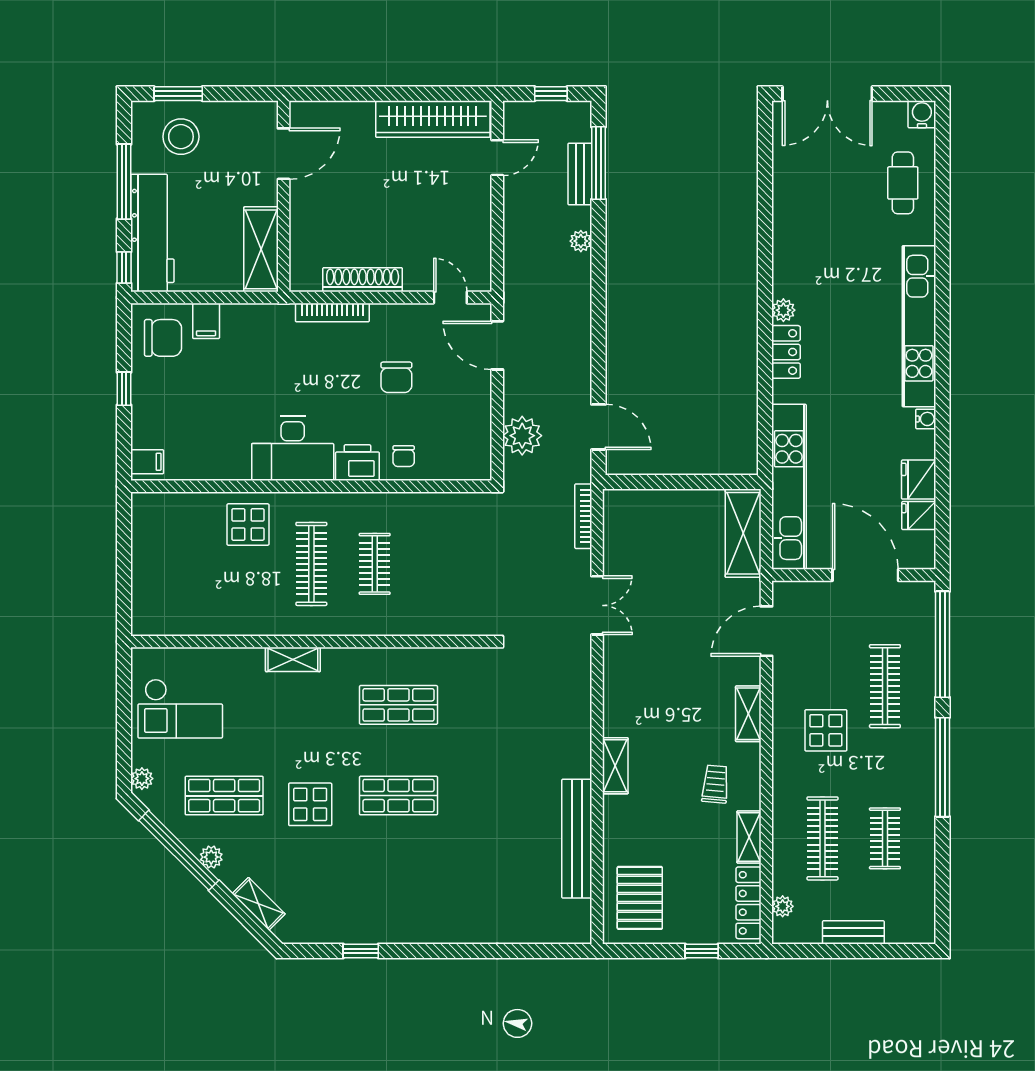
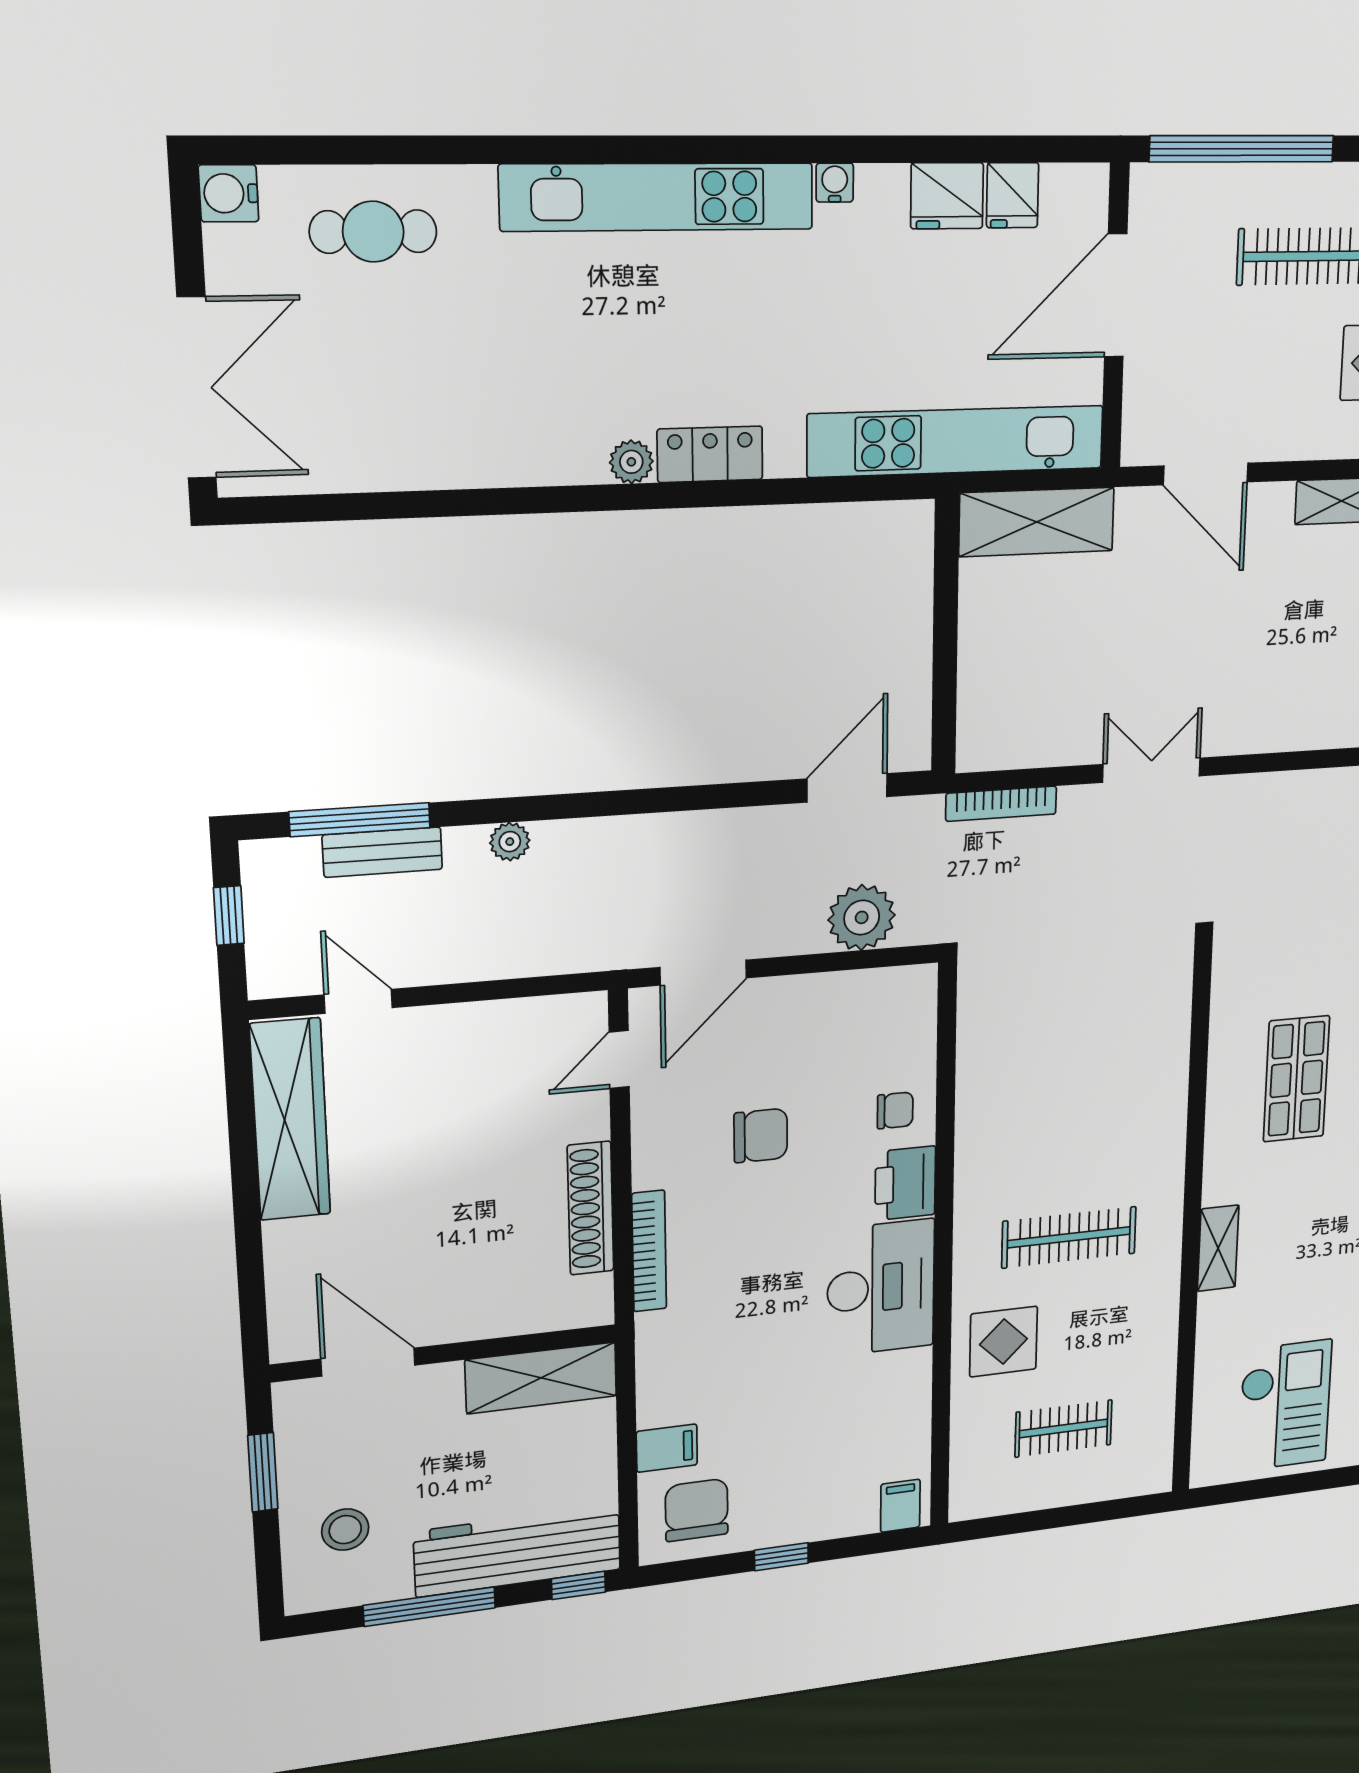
window: (178, 94) -> (263, 1472), moved
stool: (181, 137) -> (345, 1530), width x0.73, depth x0.73
clothes rail: (375, 564) -> (1064, 1429), moved

